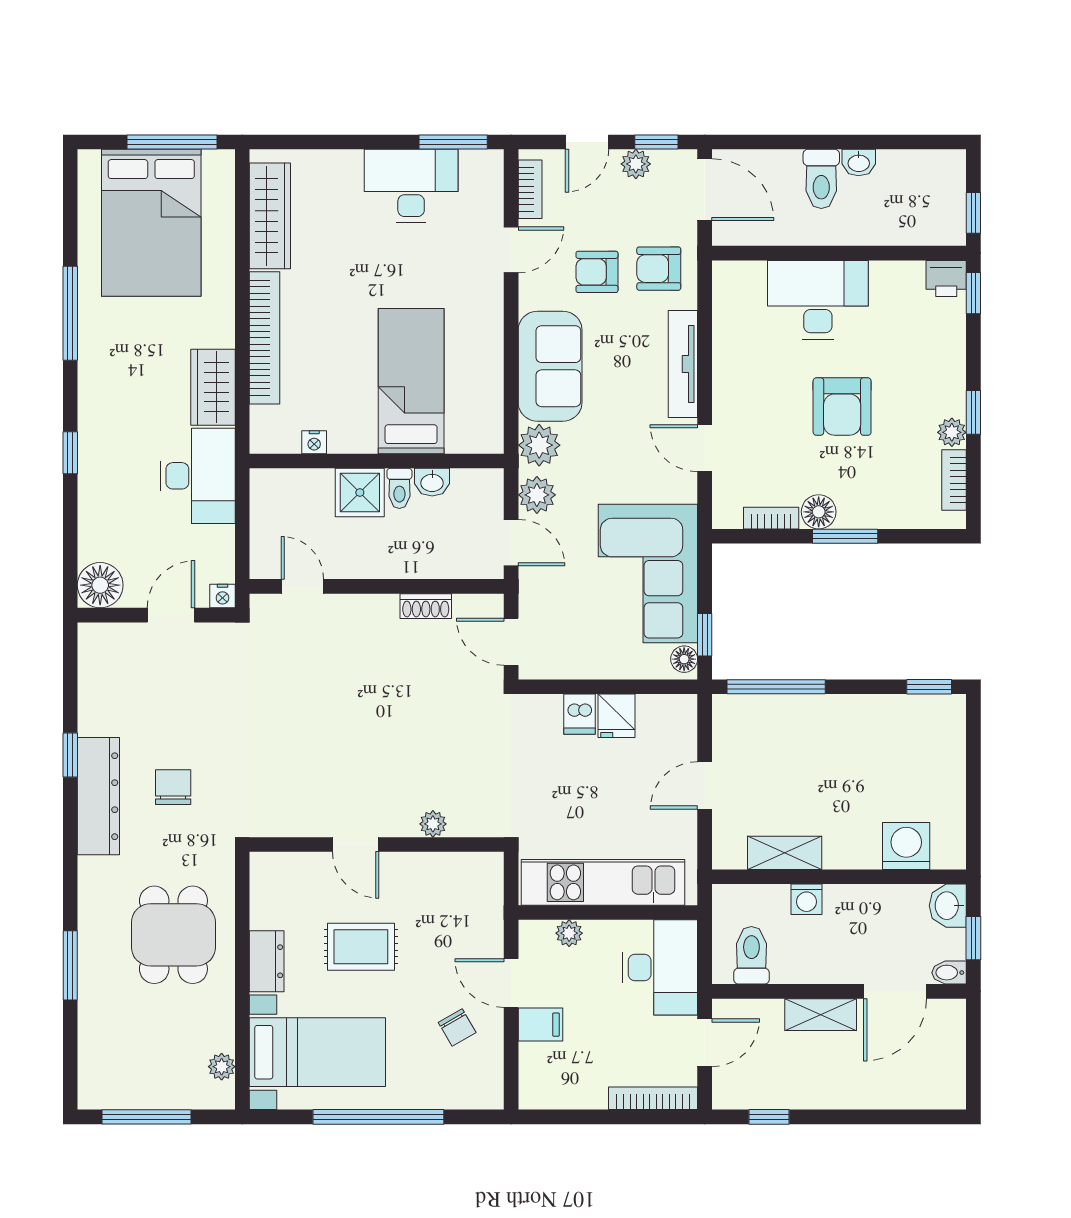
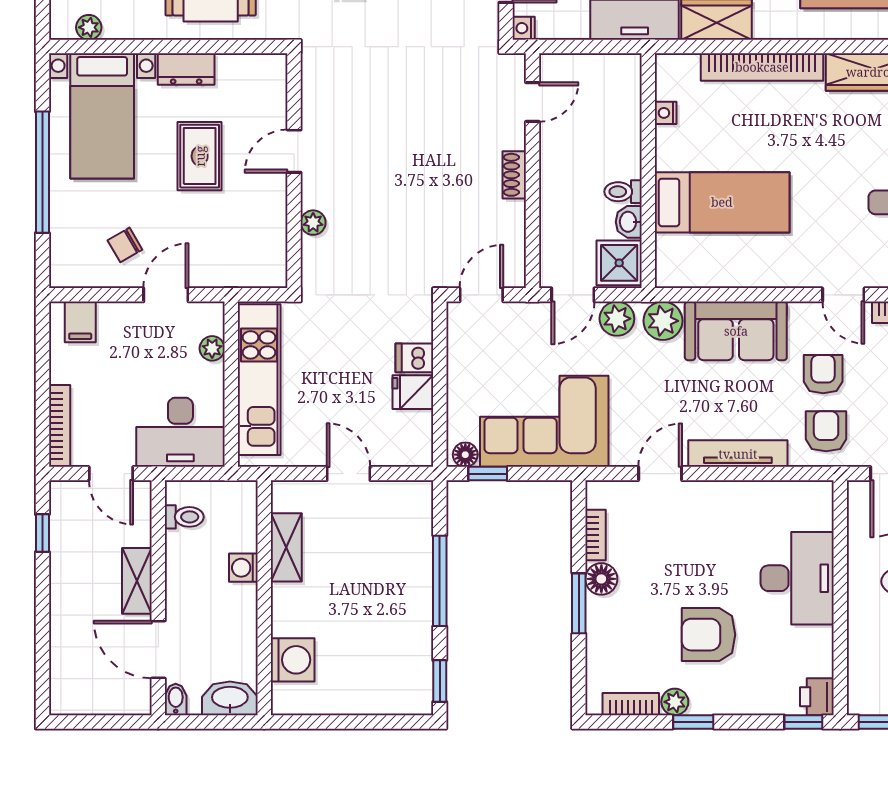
armchair: (842, 407) -> (708, 635), moved
shower: (360, 492) -> (619, 263), moved
shoe rack: (426, 606) -> (514, 175), moved
window: (776, 687) -> (440, 581), moved
washbasin: (948, 906) -> (230, 698), width x1.38
window: (973, 938) -> (207, 722), removed
toilet: (751, 955) -> (184, 517), width x0.73, depth x0.72
filing cabinet: (540, 1025) -> (80, 322), moved

